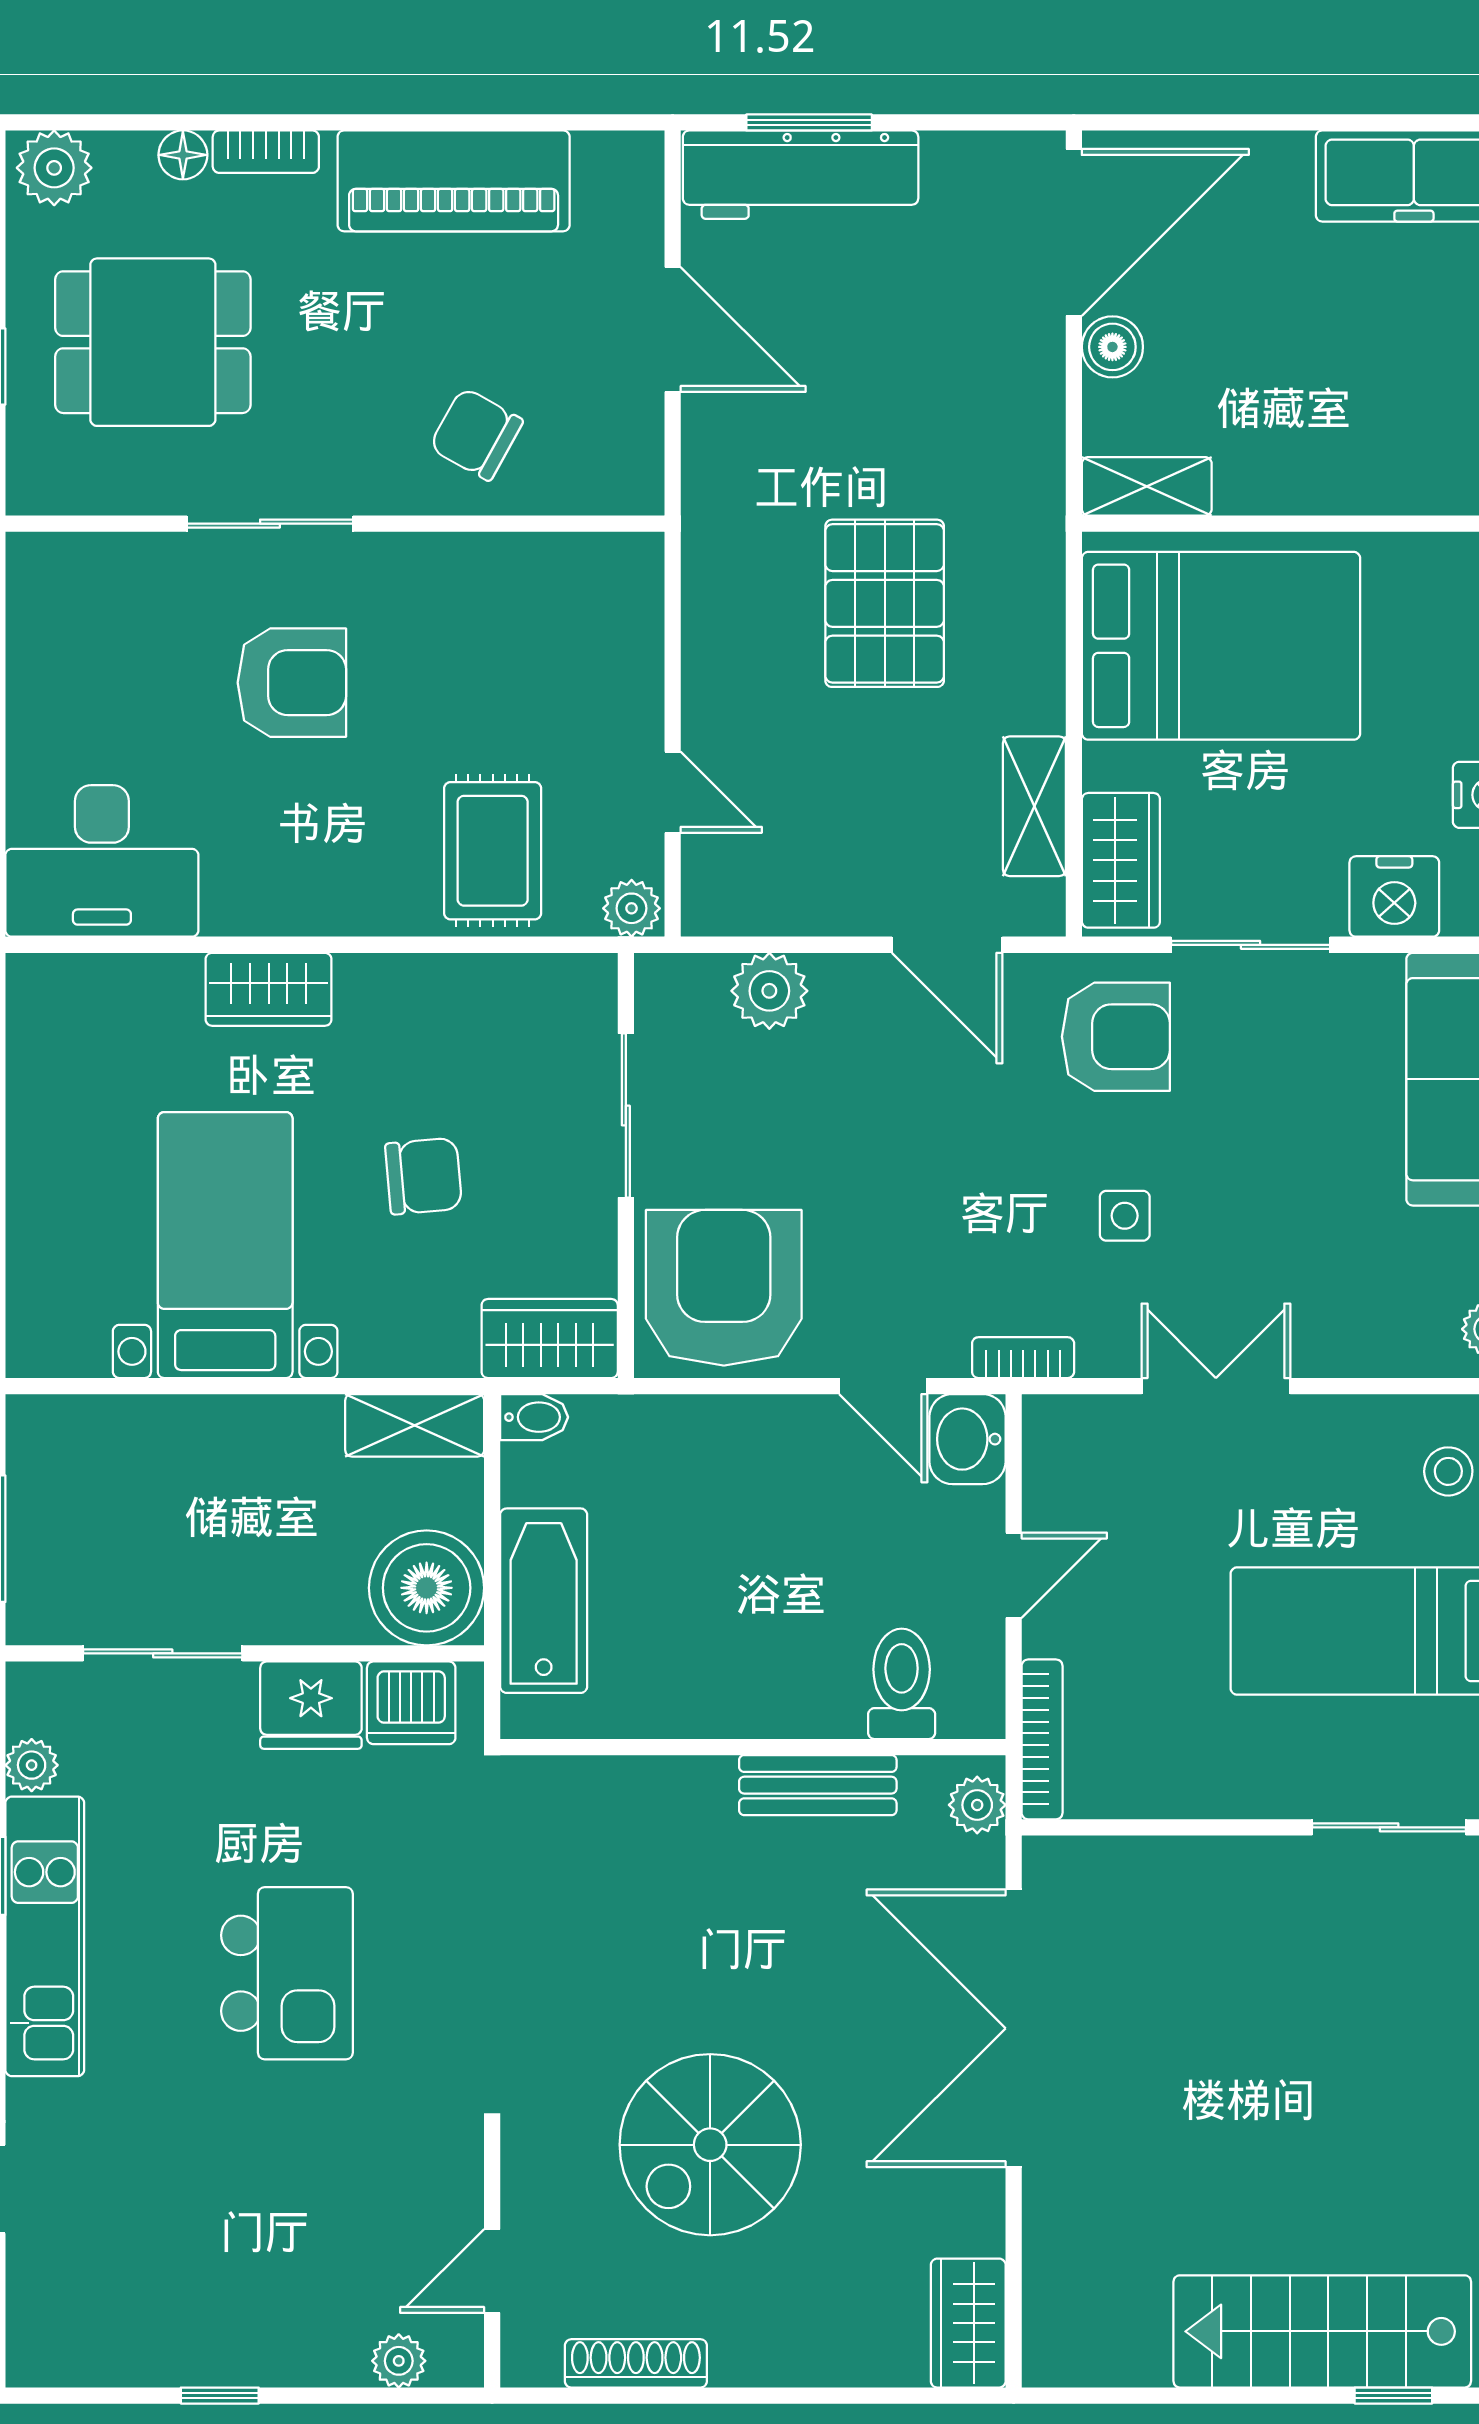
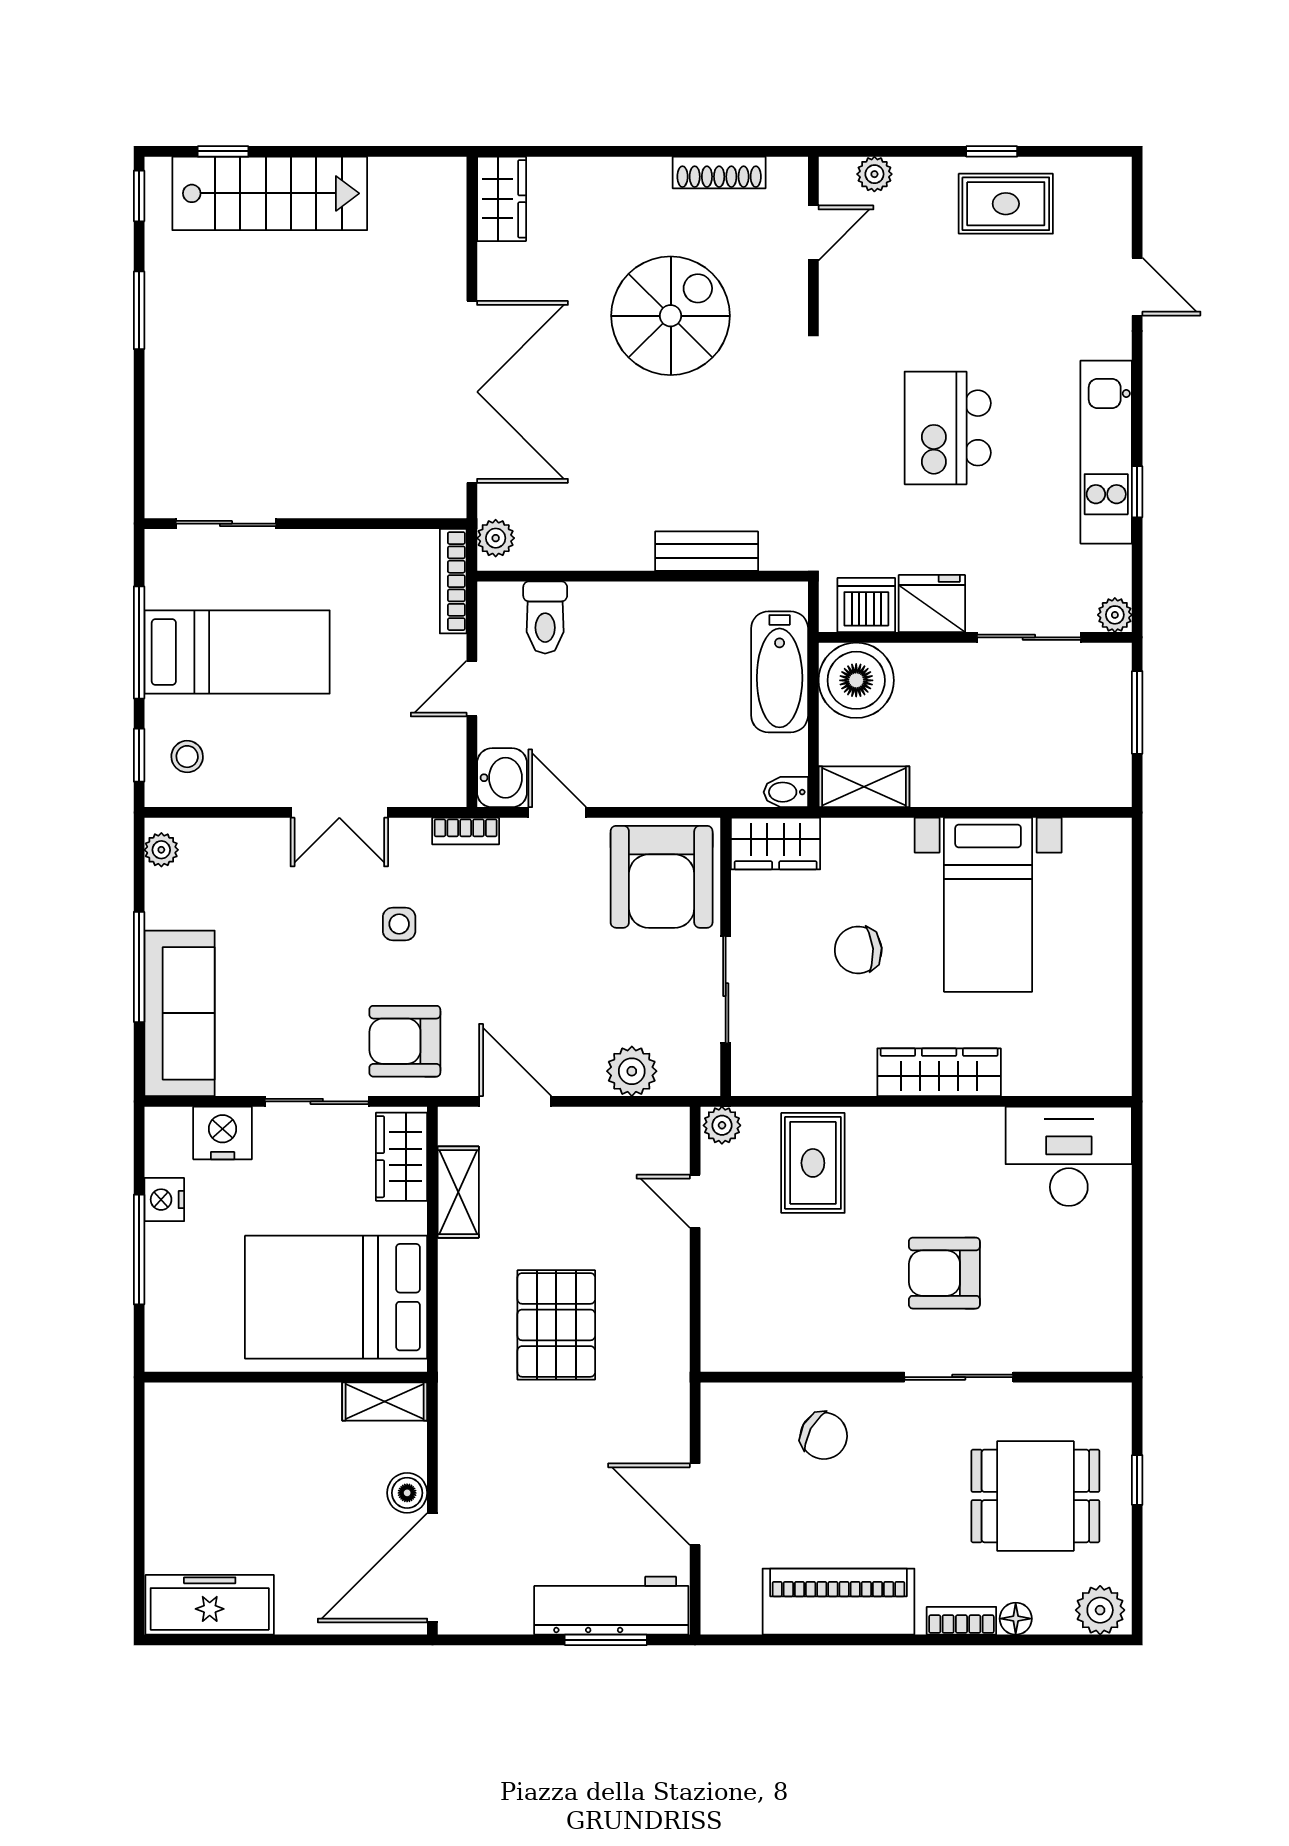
wardrobe: (269, 989) -> (939, 1072), width x1.50
plant: (32, 1765) -> (1115, 615), moved
bench: (818, 1785) -> (707, 551), moved
rug: (198, 2316) -> (1006, 204), added

